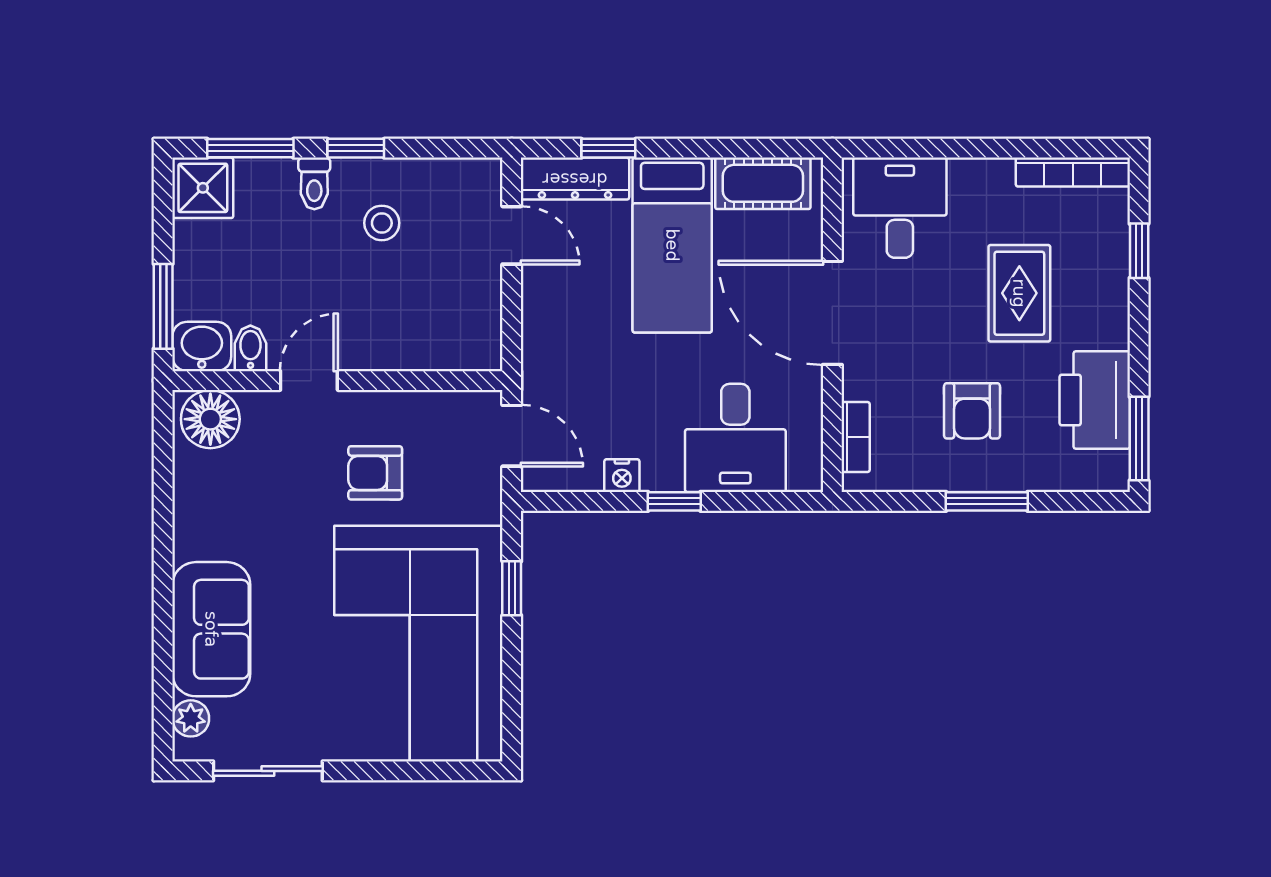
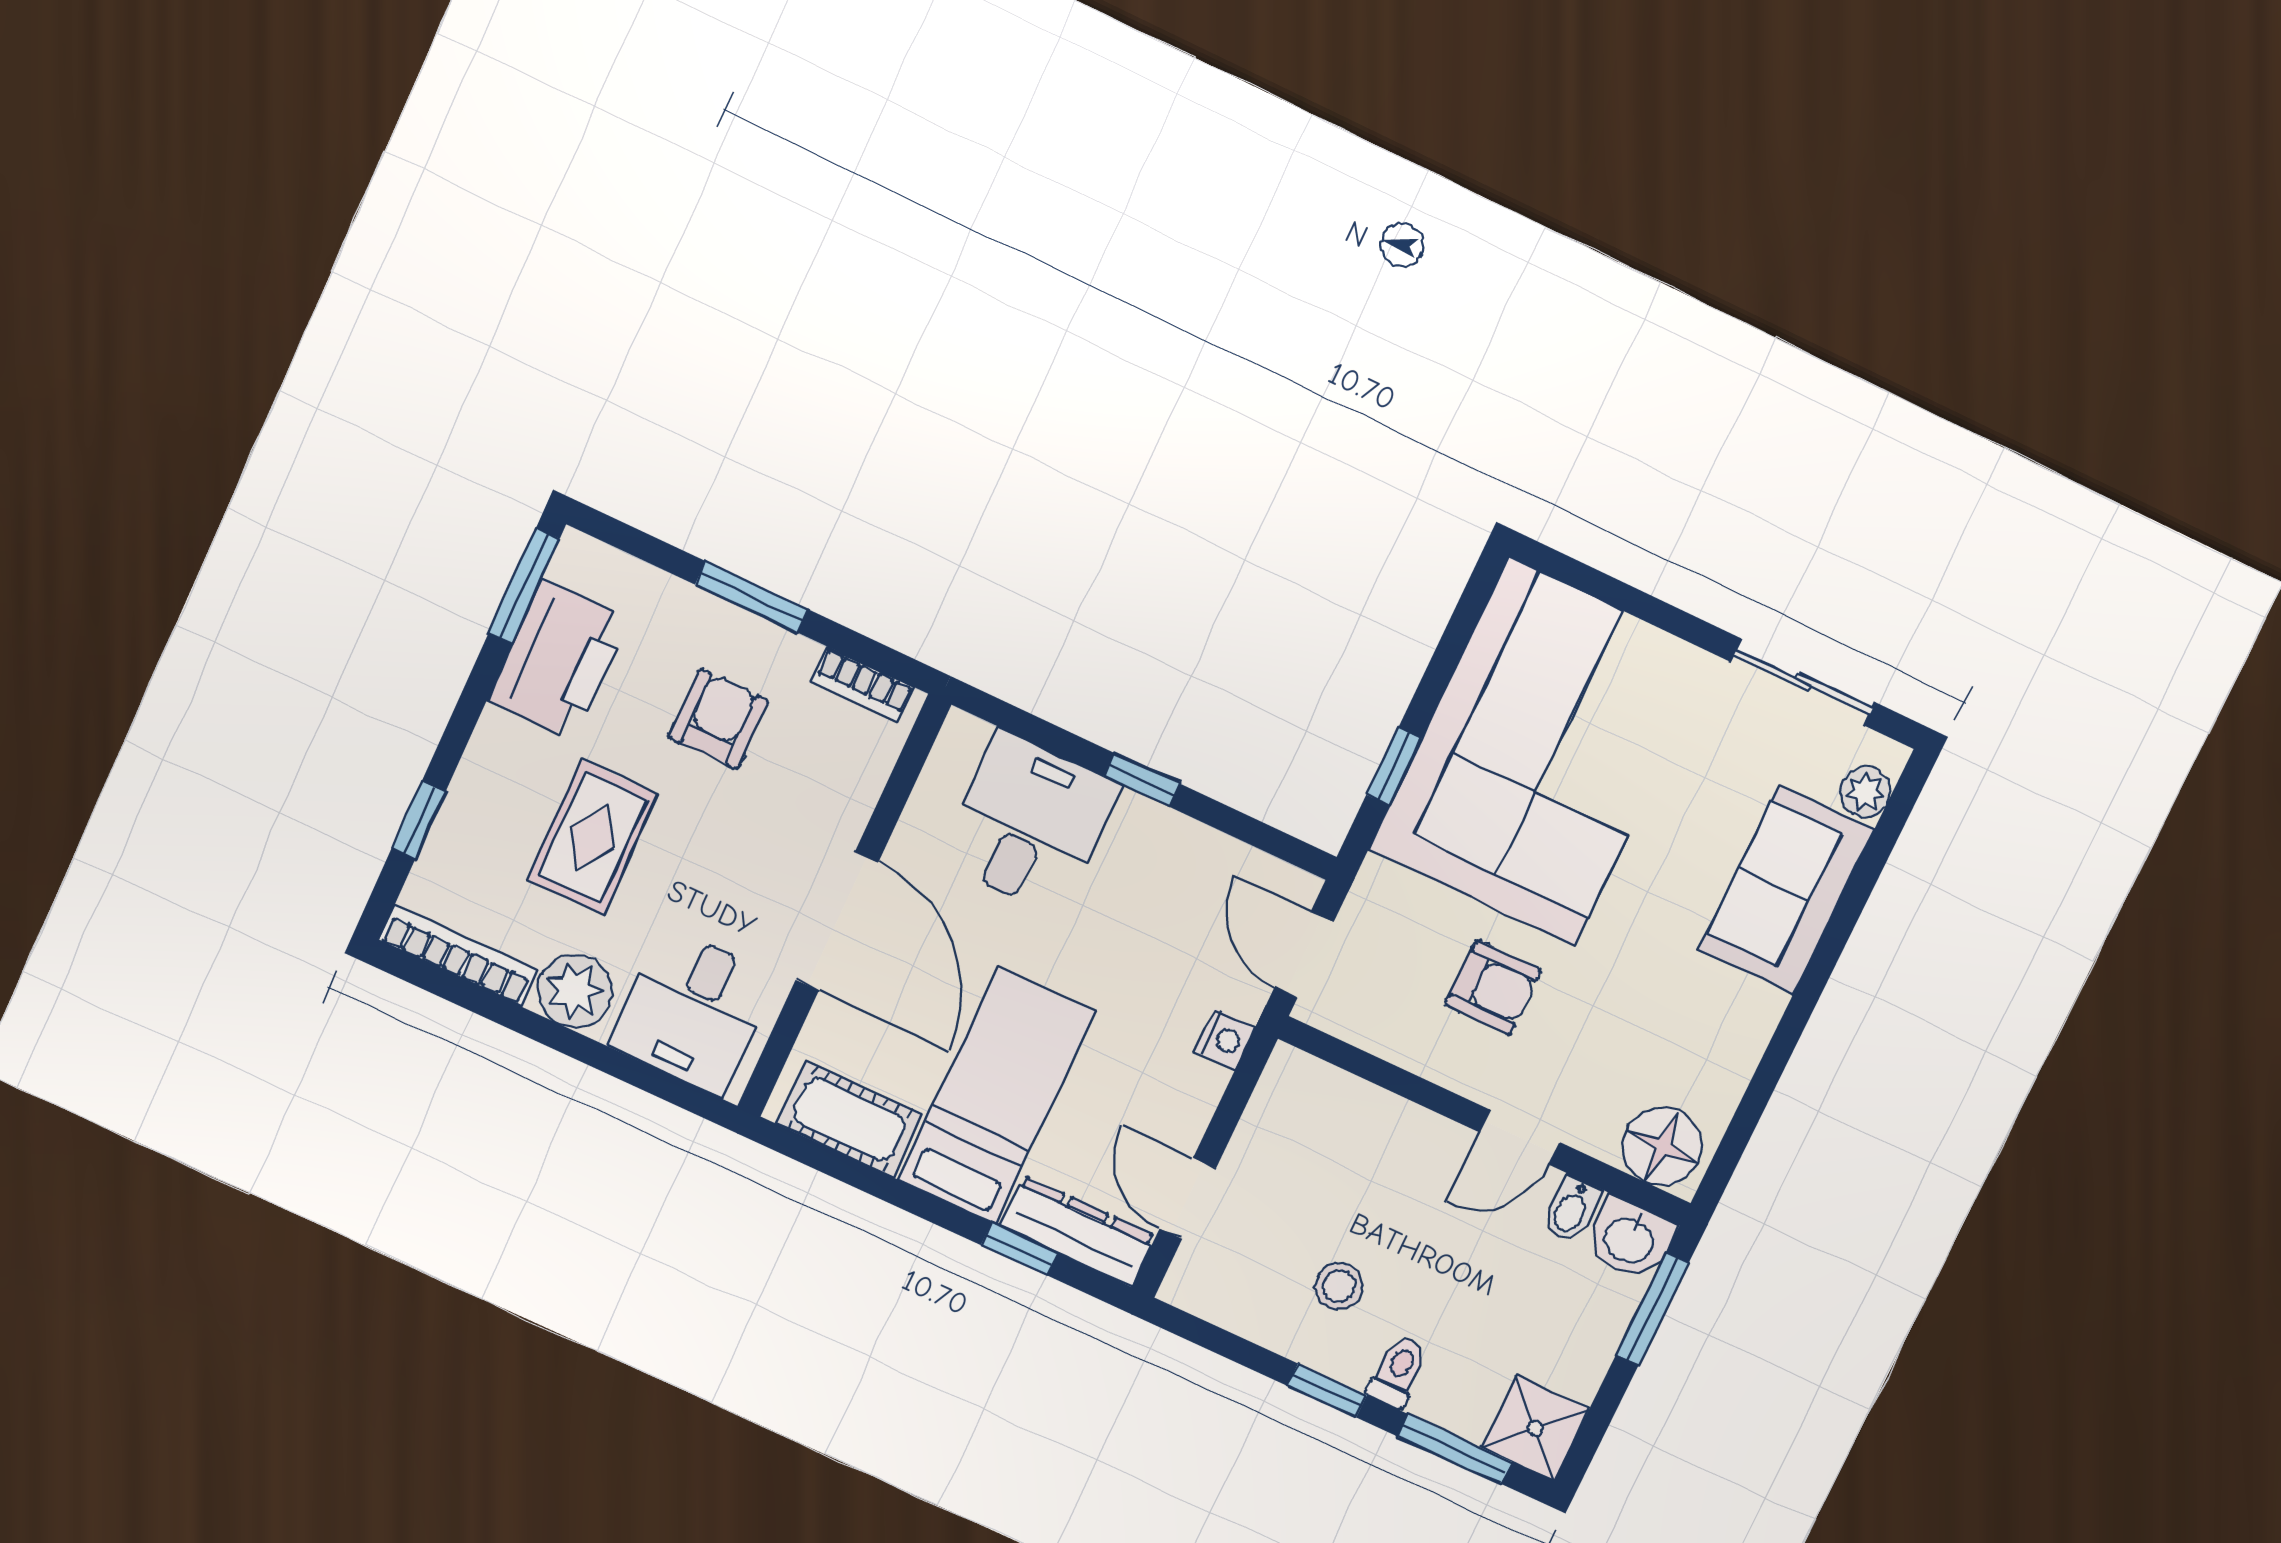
plant: (985, 185) -> (575, 991), added
bookcase: (856, 437) -> (863, 684), moved, turned -90
nightstand: (622, 476) -> (1225, 1039), moved, turned 90

